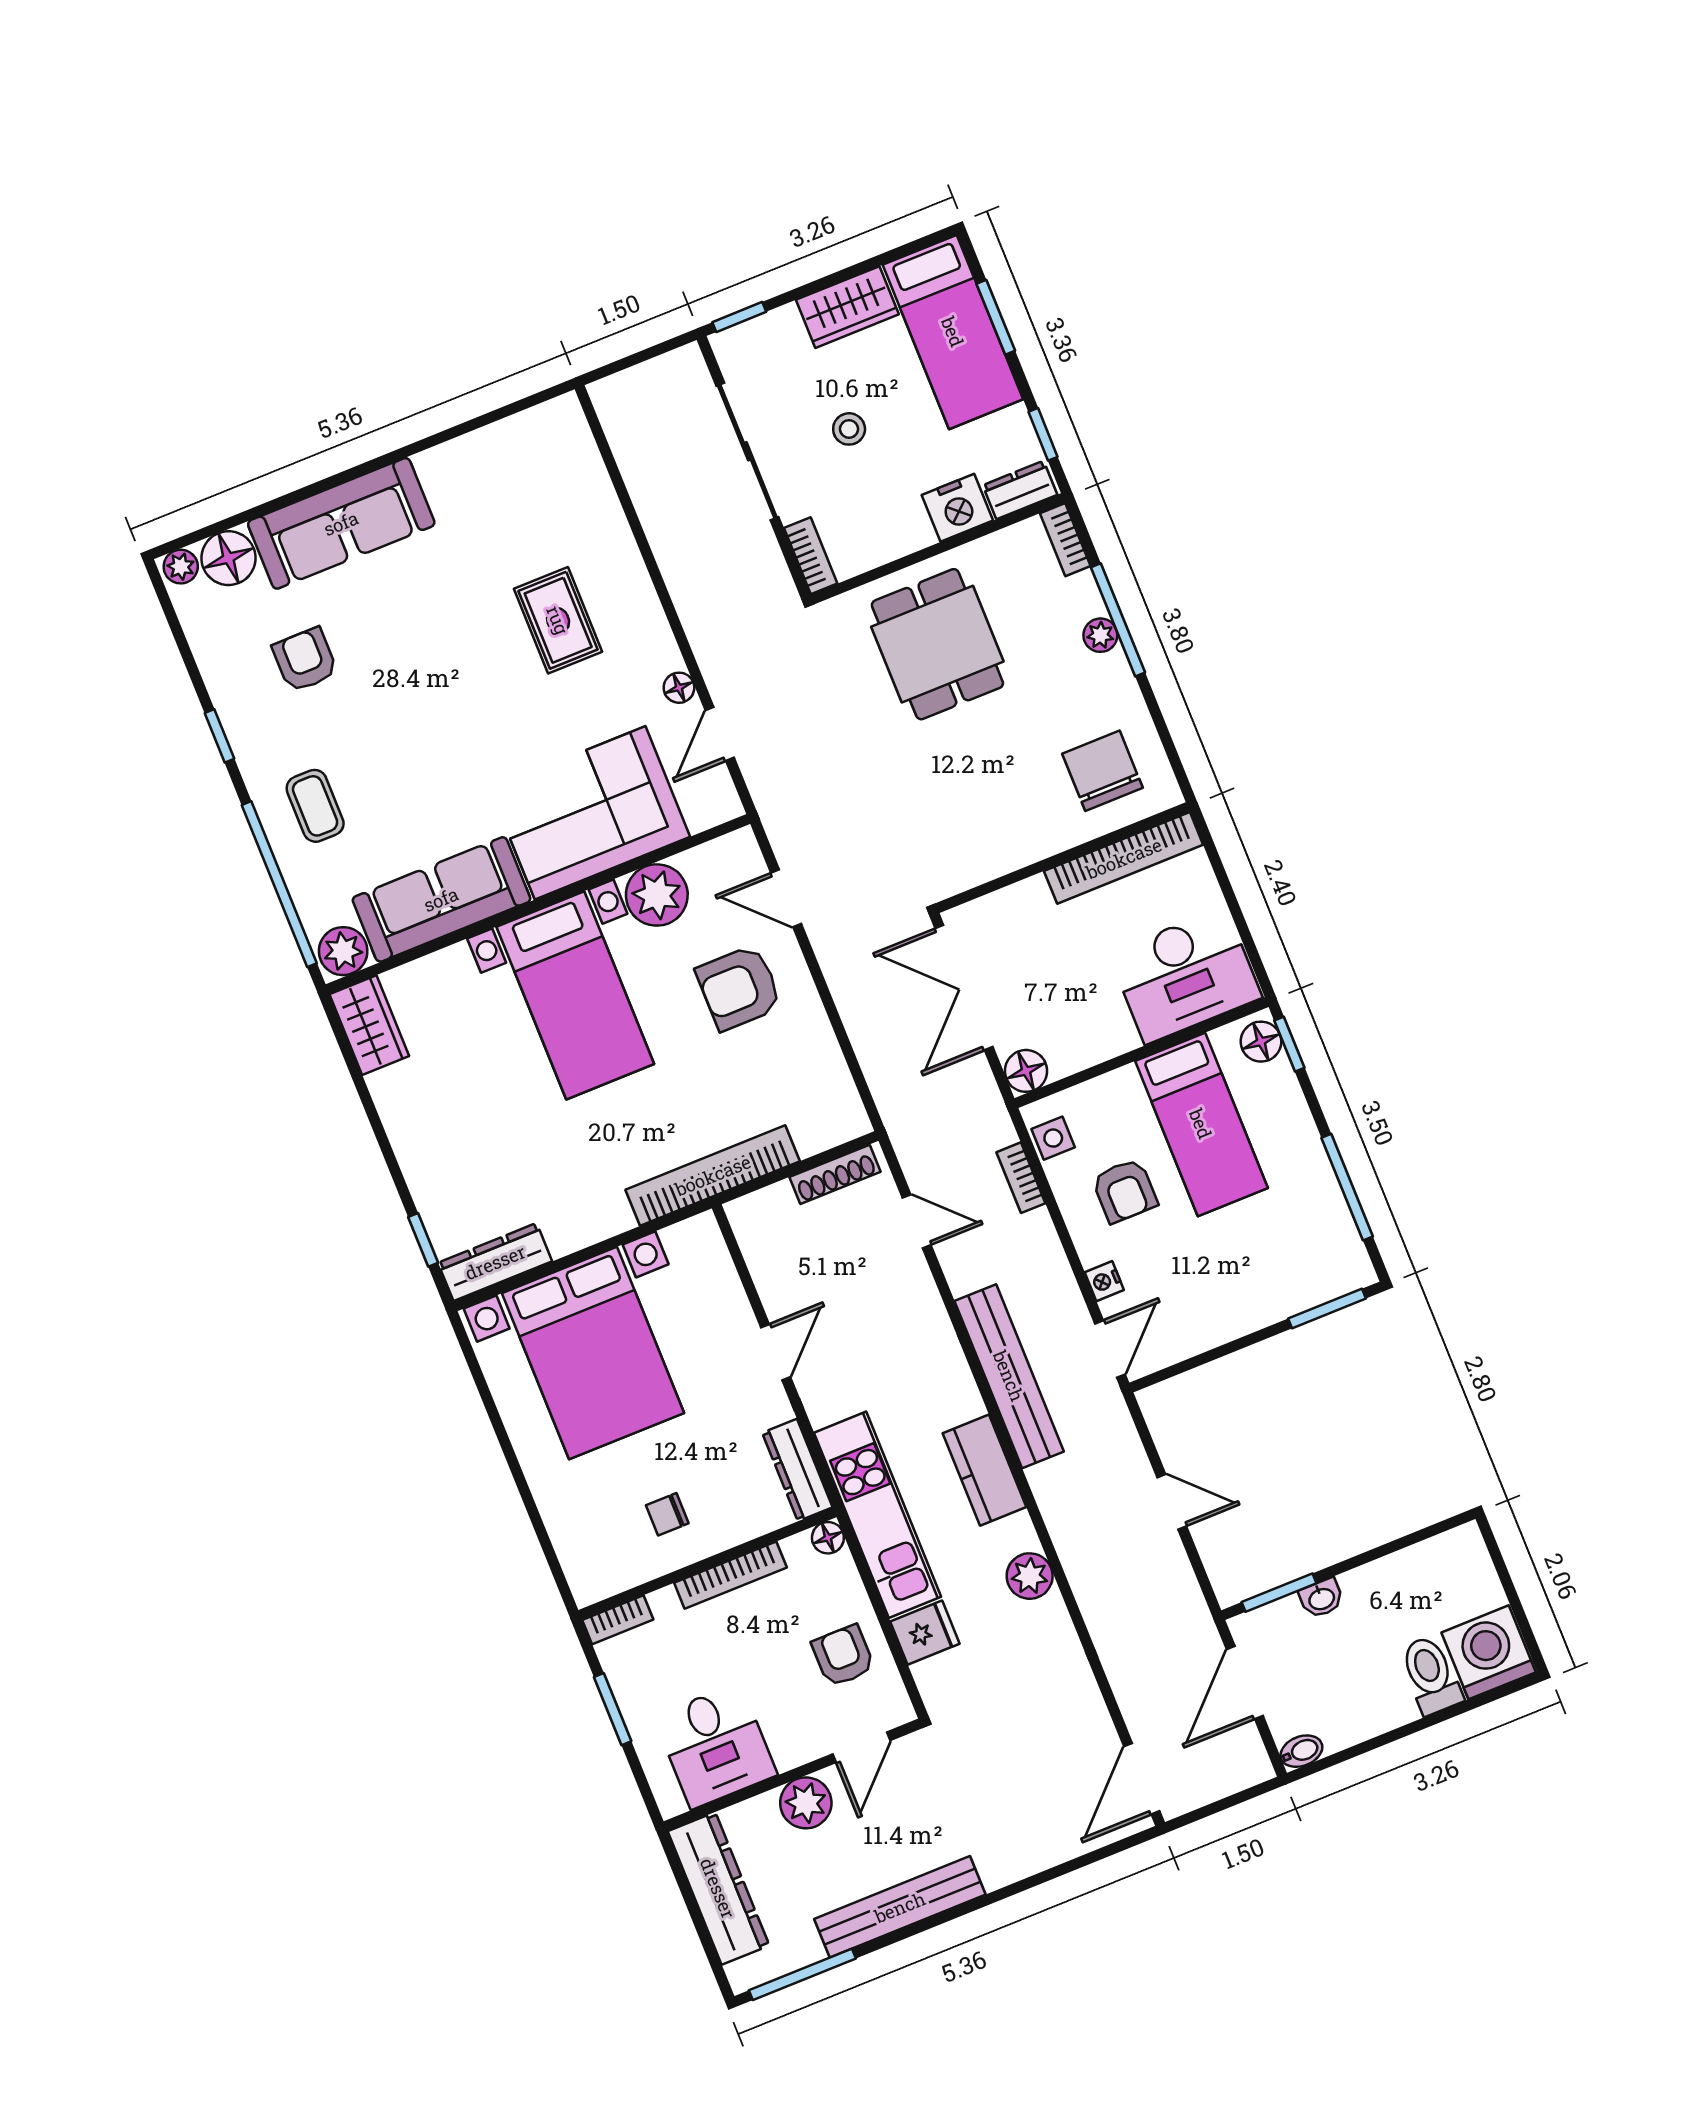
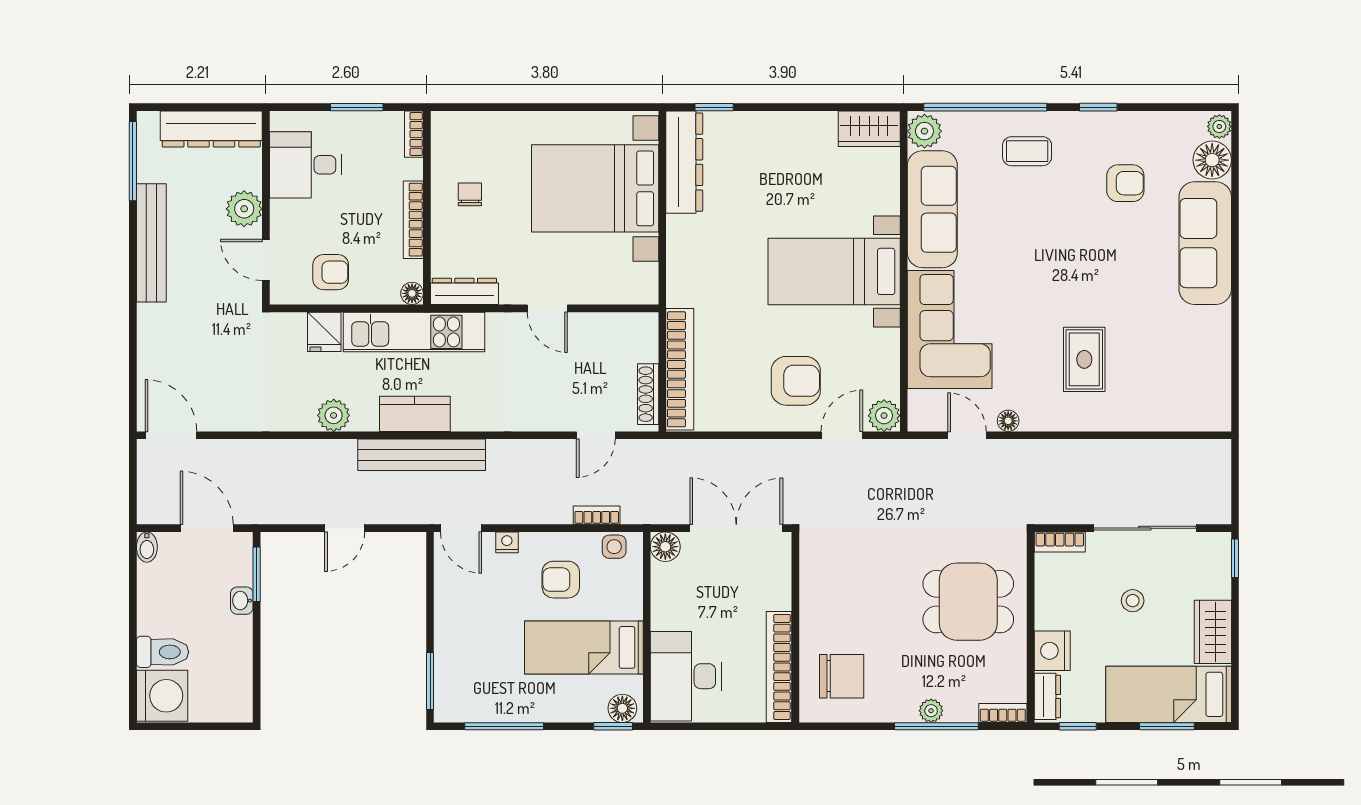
rug: (558, 620) -> (1084, 359), turned 90
plant: (657, 895) -> (884, 416), moved, width x0.73, depth x0.73
armchair: (739, 988) -> (796, 381), turned 90
bookcase: (713, 1175) -> (680, 369), moved
dresser: (495, 1262) -> (684, 162), width x1.37, depth x1.24
bench: (1009, 1376) -> (422, 455), moved

